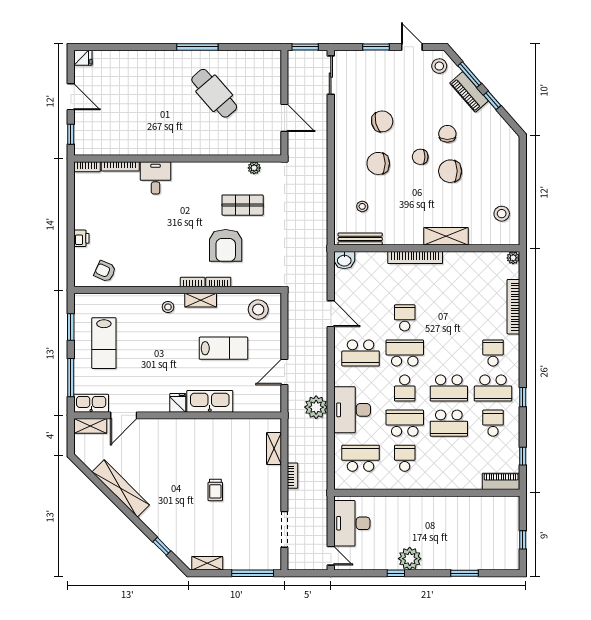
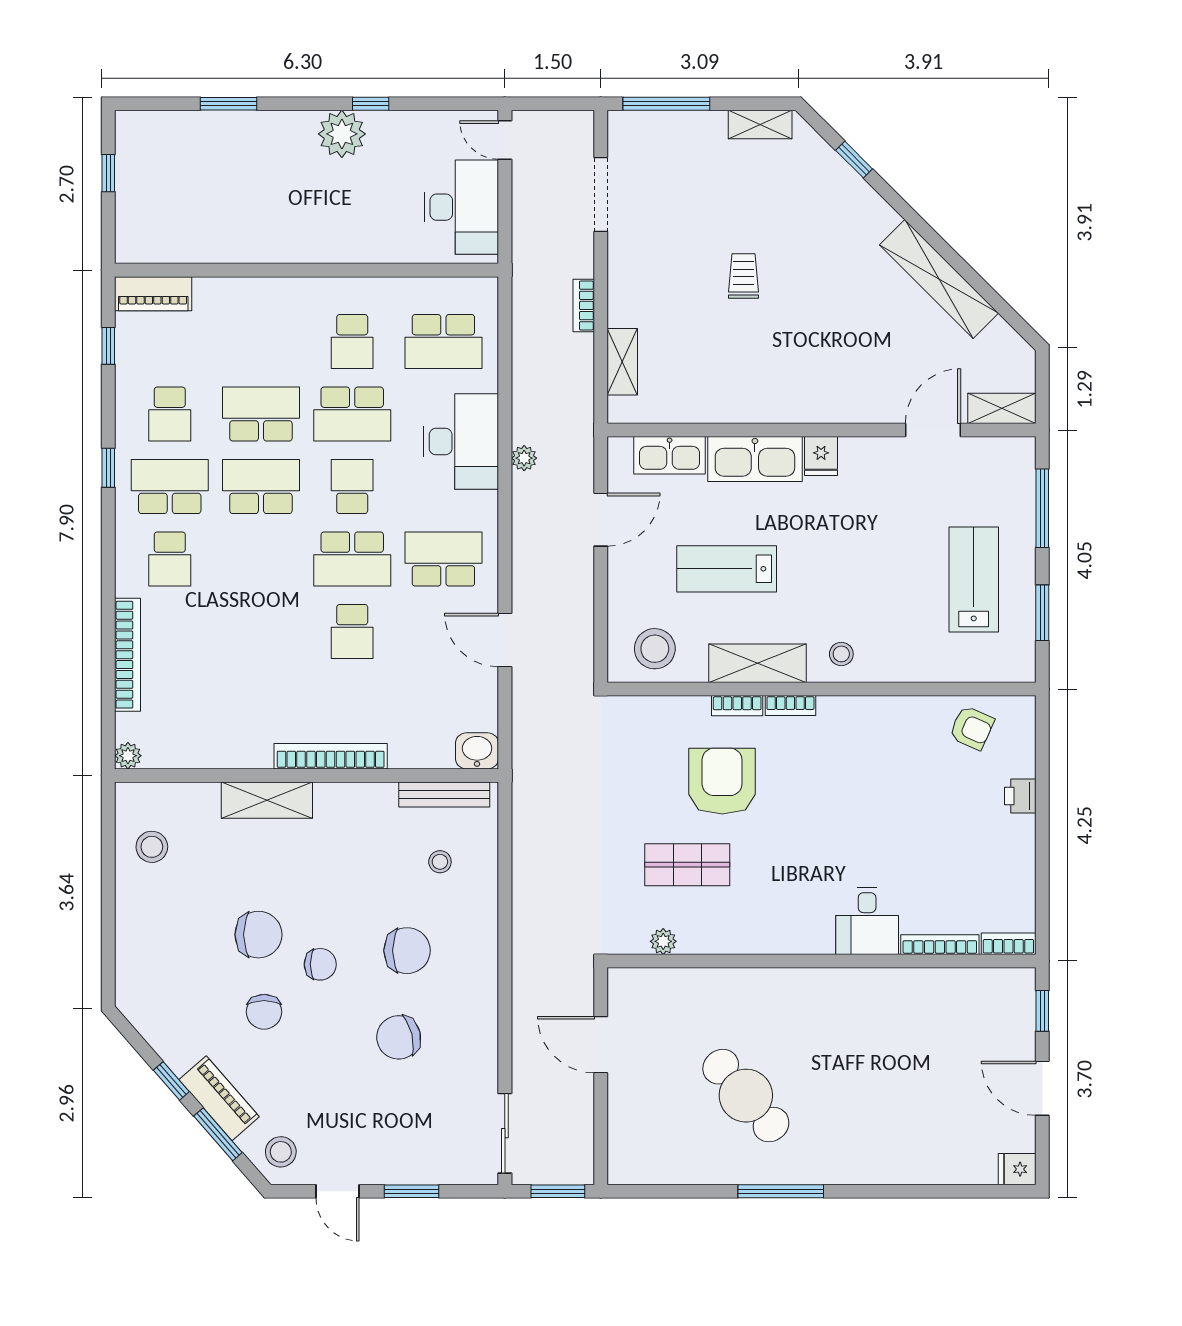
shelving: (201, 300) -> (758, 663), width x1.50, depth x1.33
kitchen sink: (91, 403) -> (670, 455), moved
plant: (316, 407) -> (524, 458), width x0.53, depth x0.53

